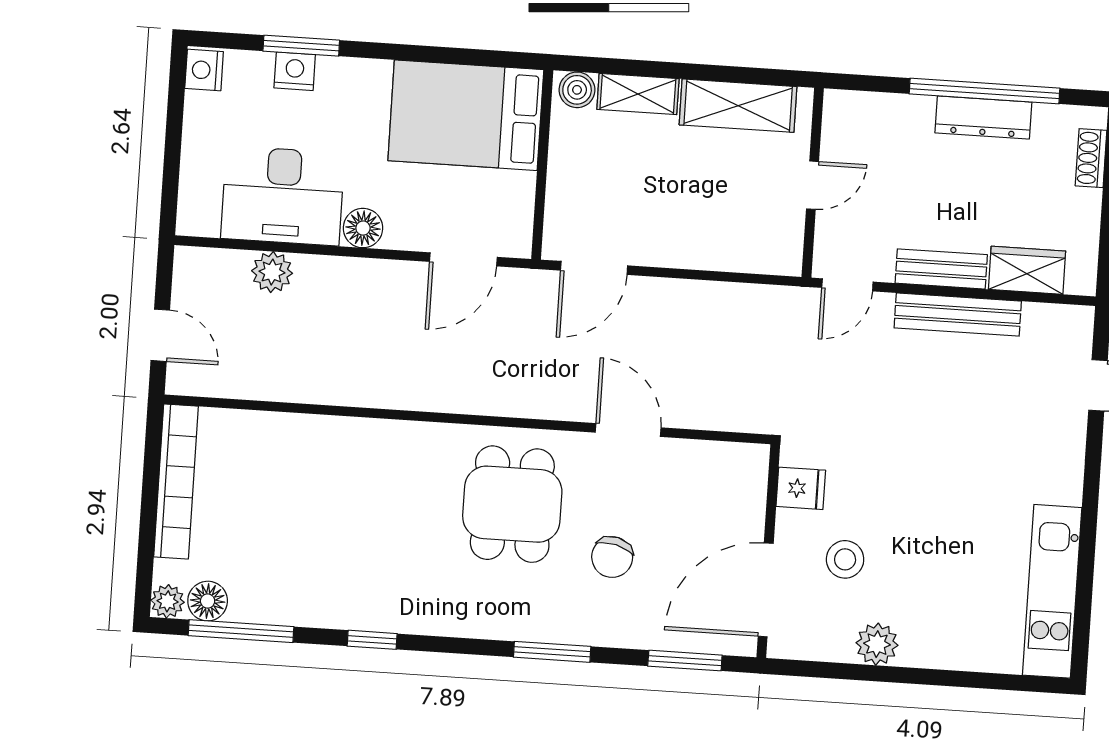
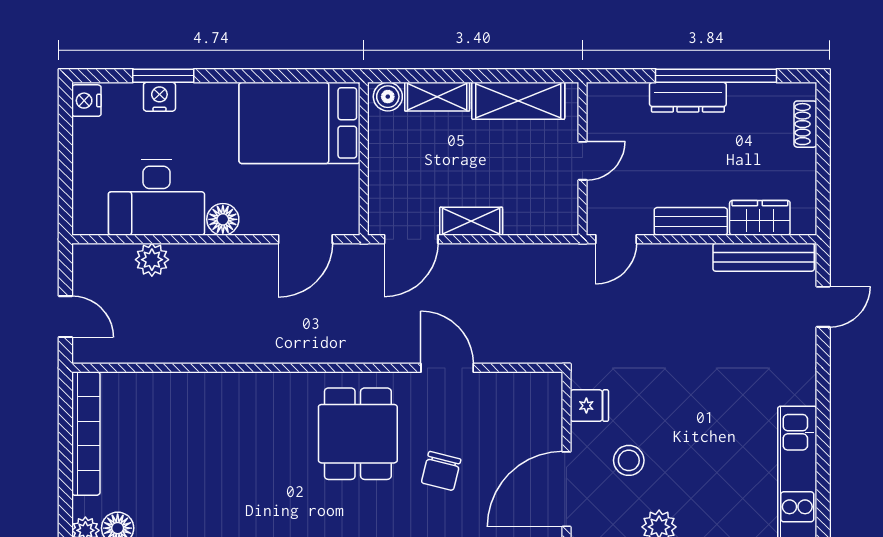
dresser: (983, 117) -> (688, 97), moved
shelving: (670, 251) -> (471, 221), added
bench: (958, 315) -> (764, 257), moved

